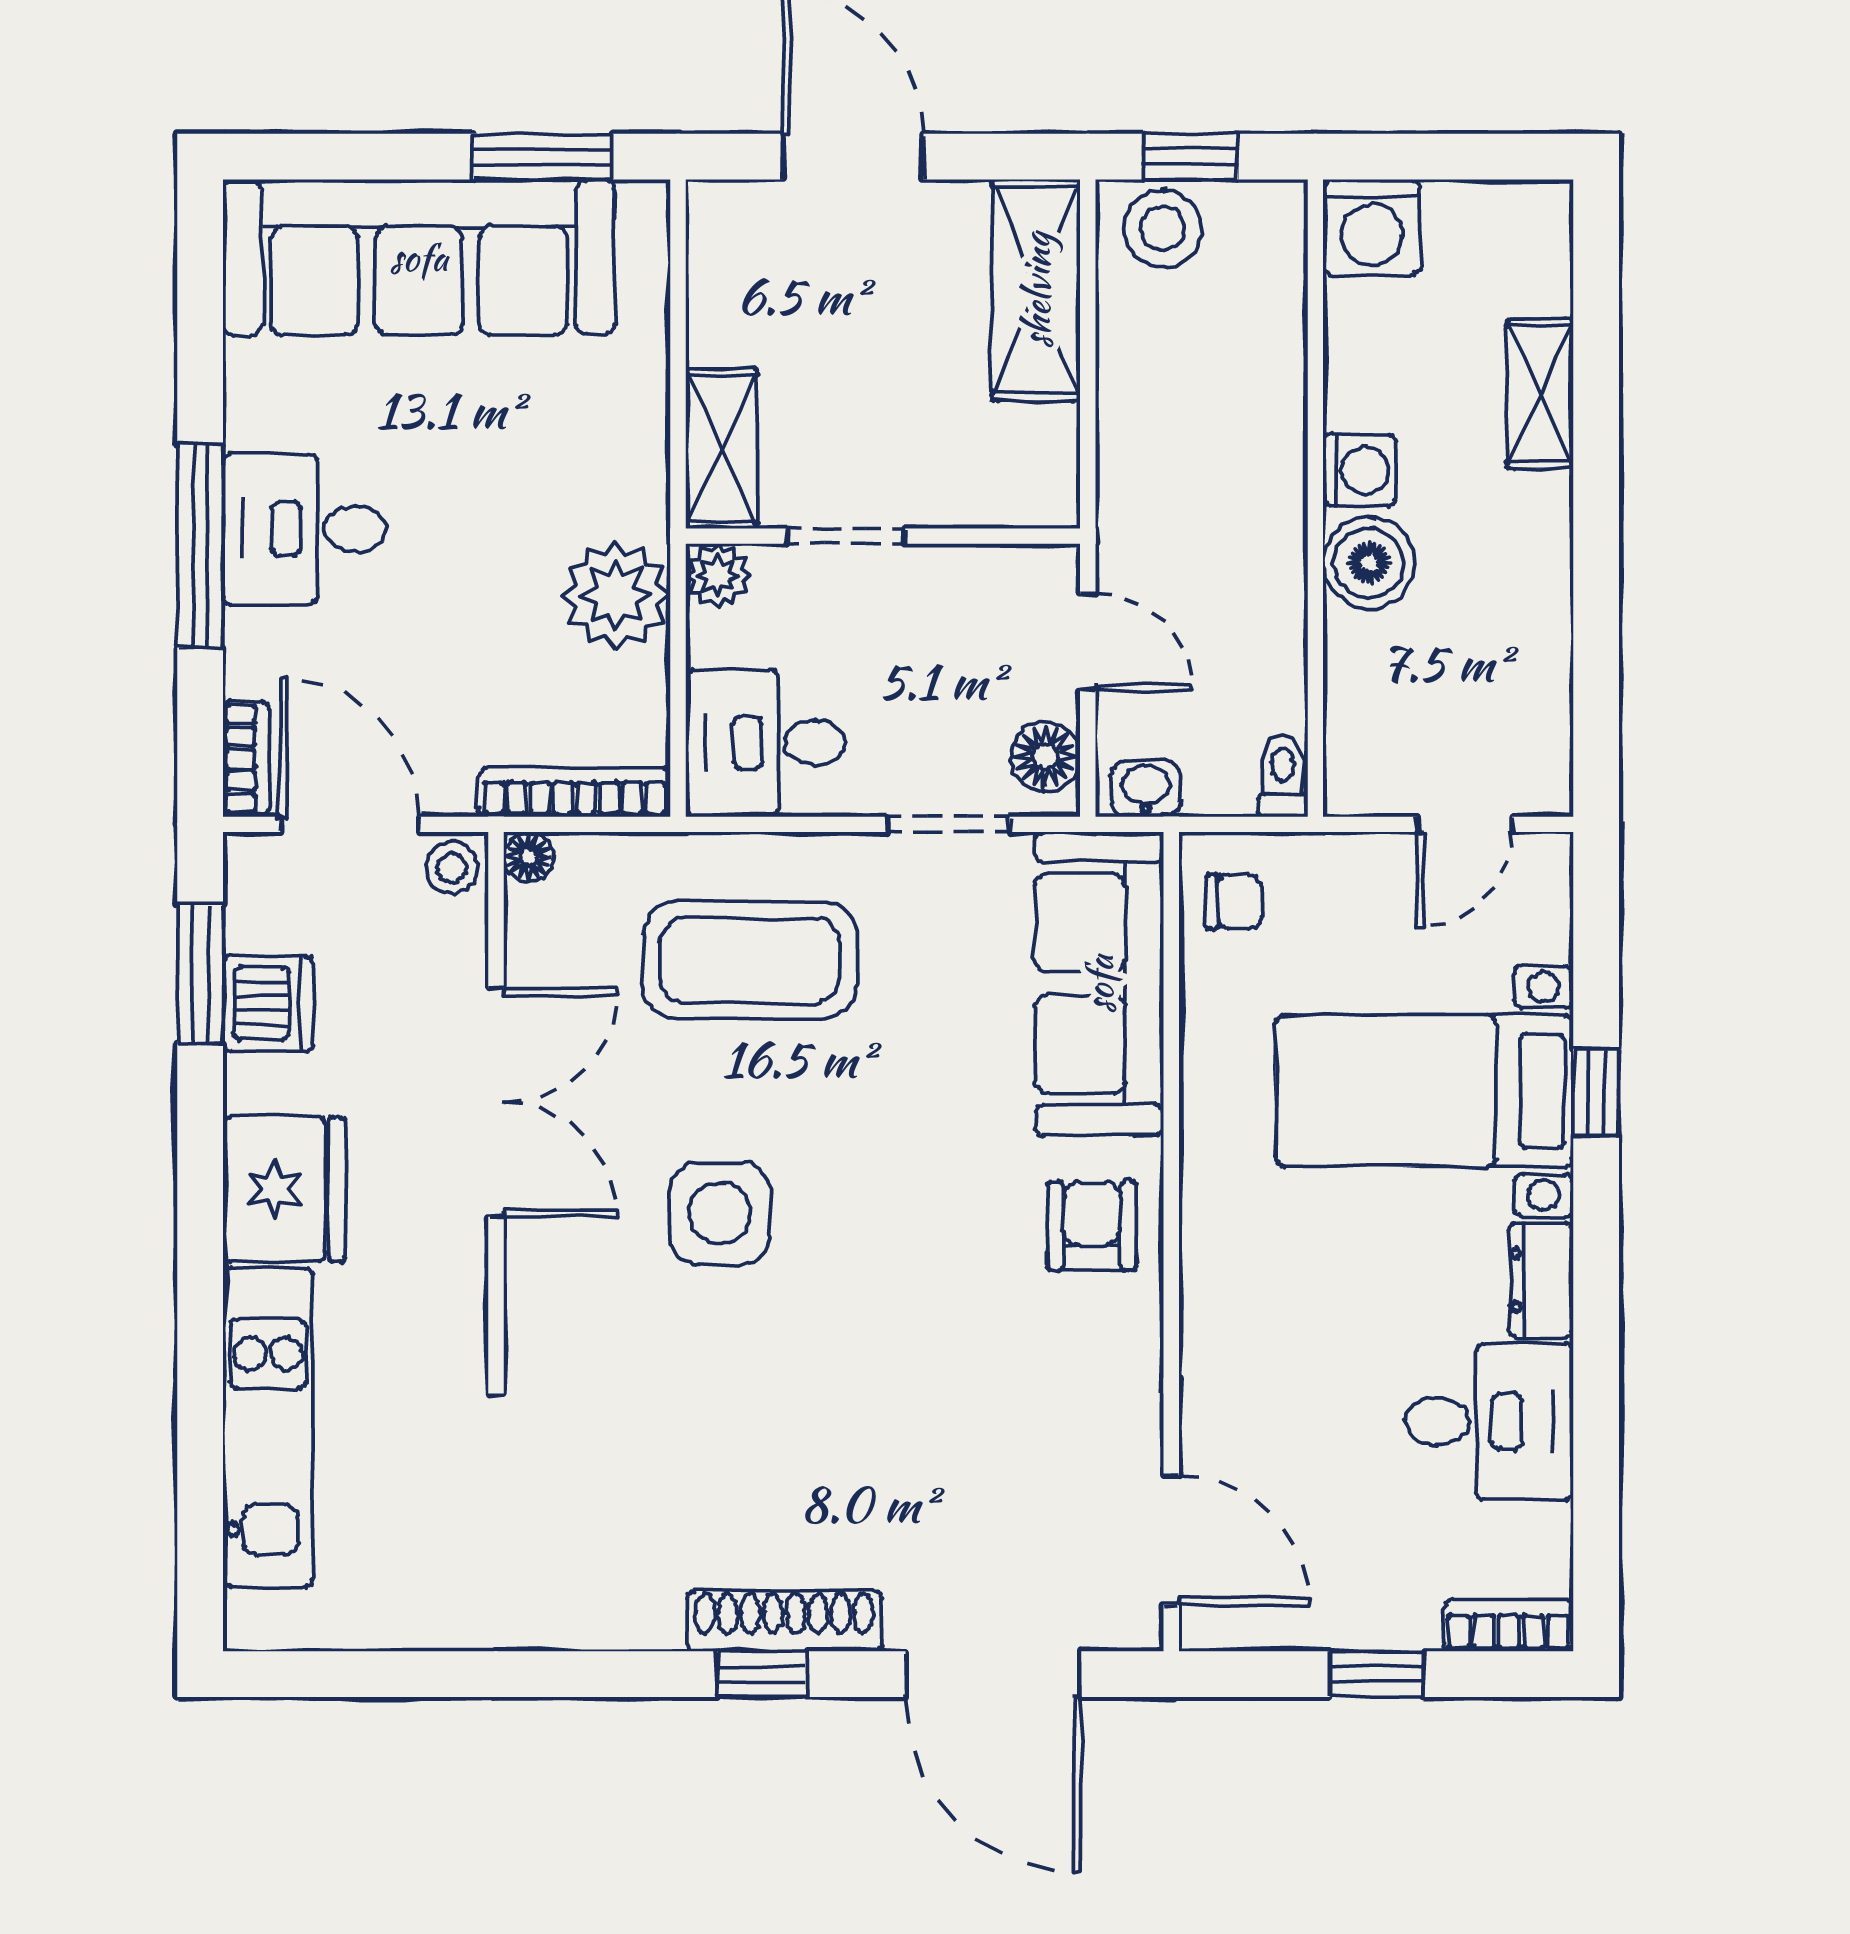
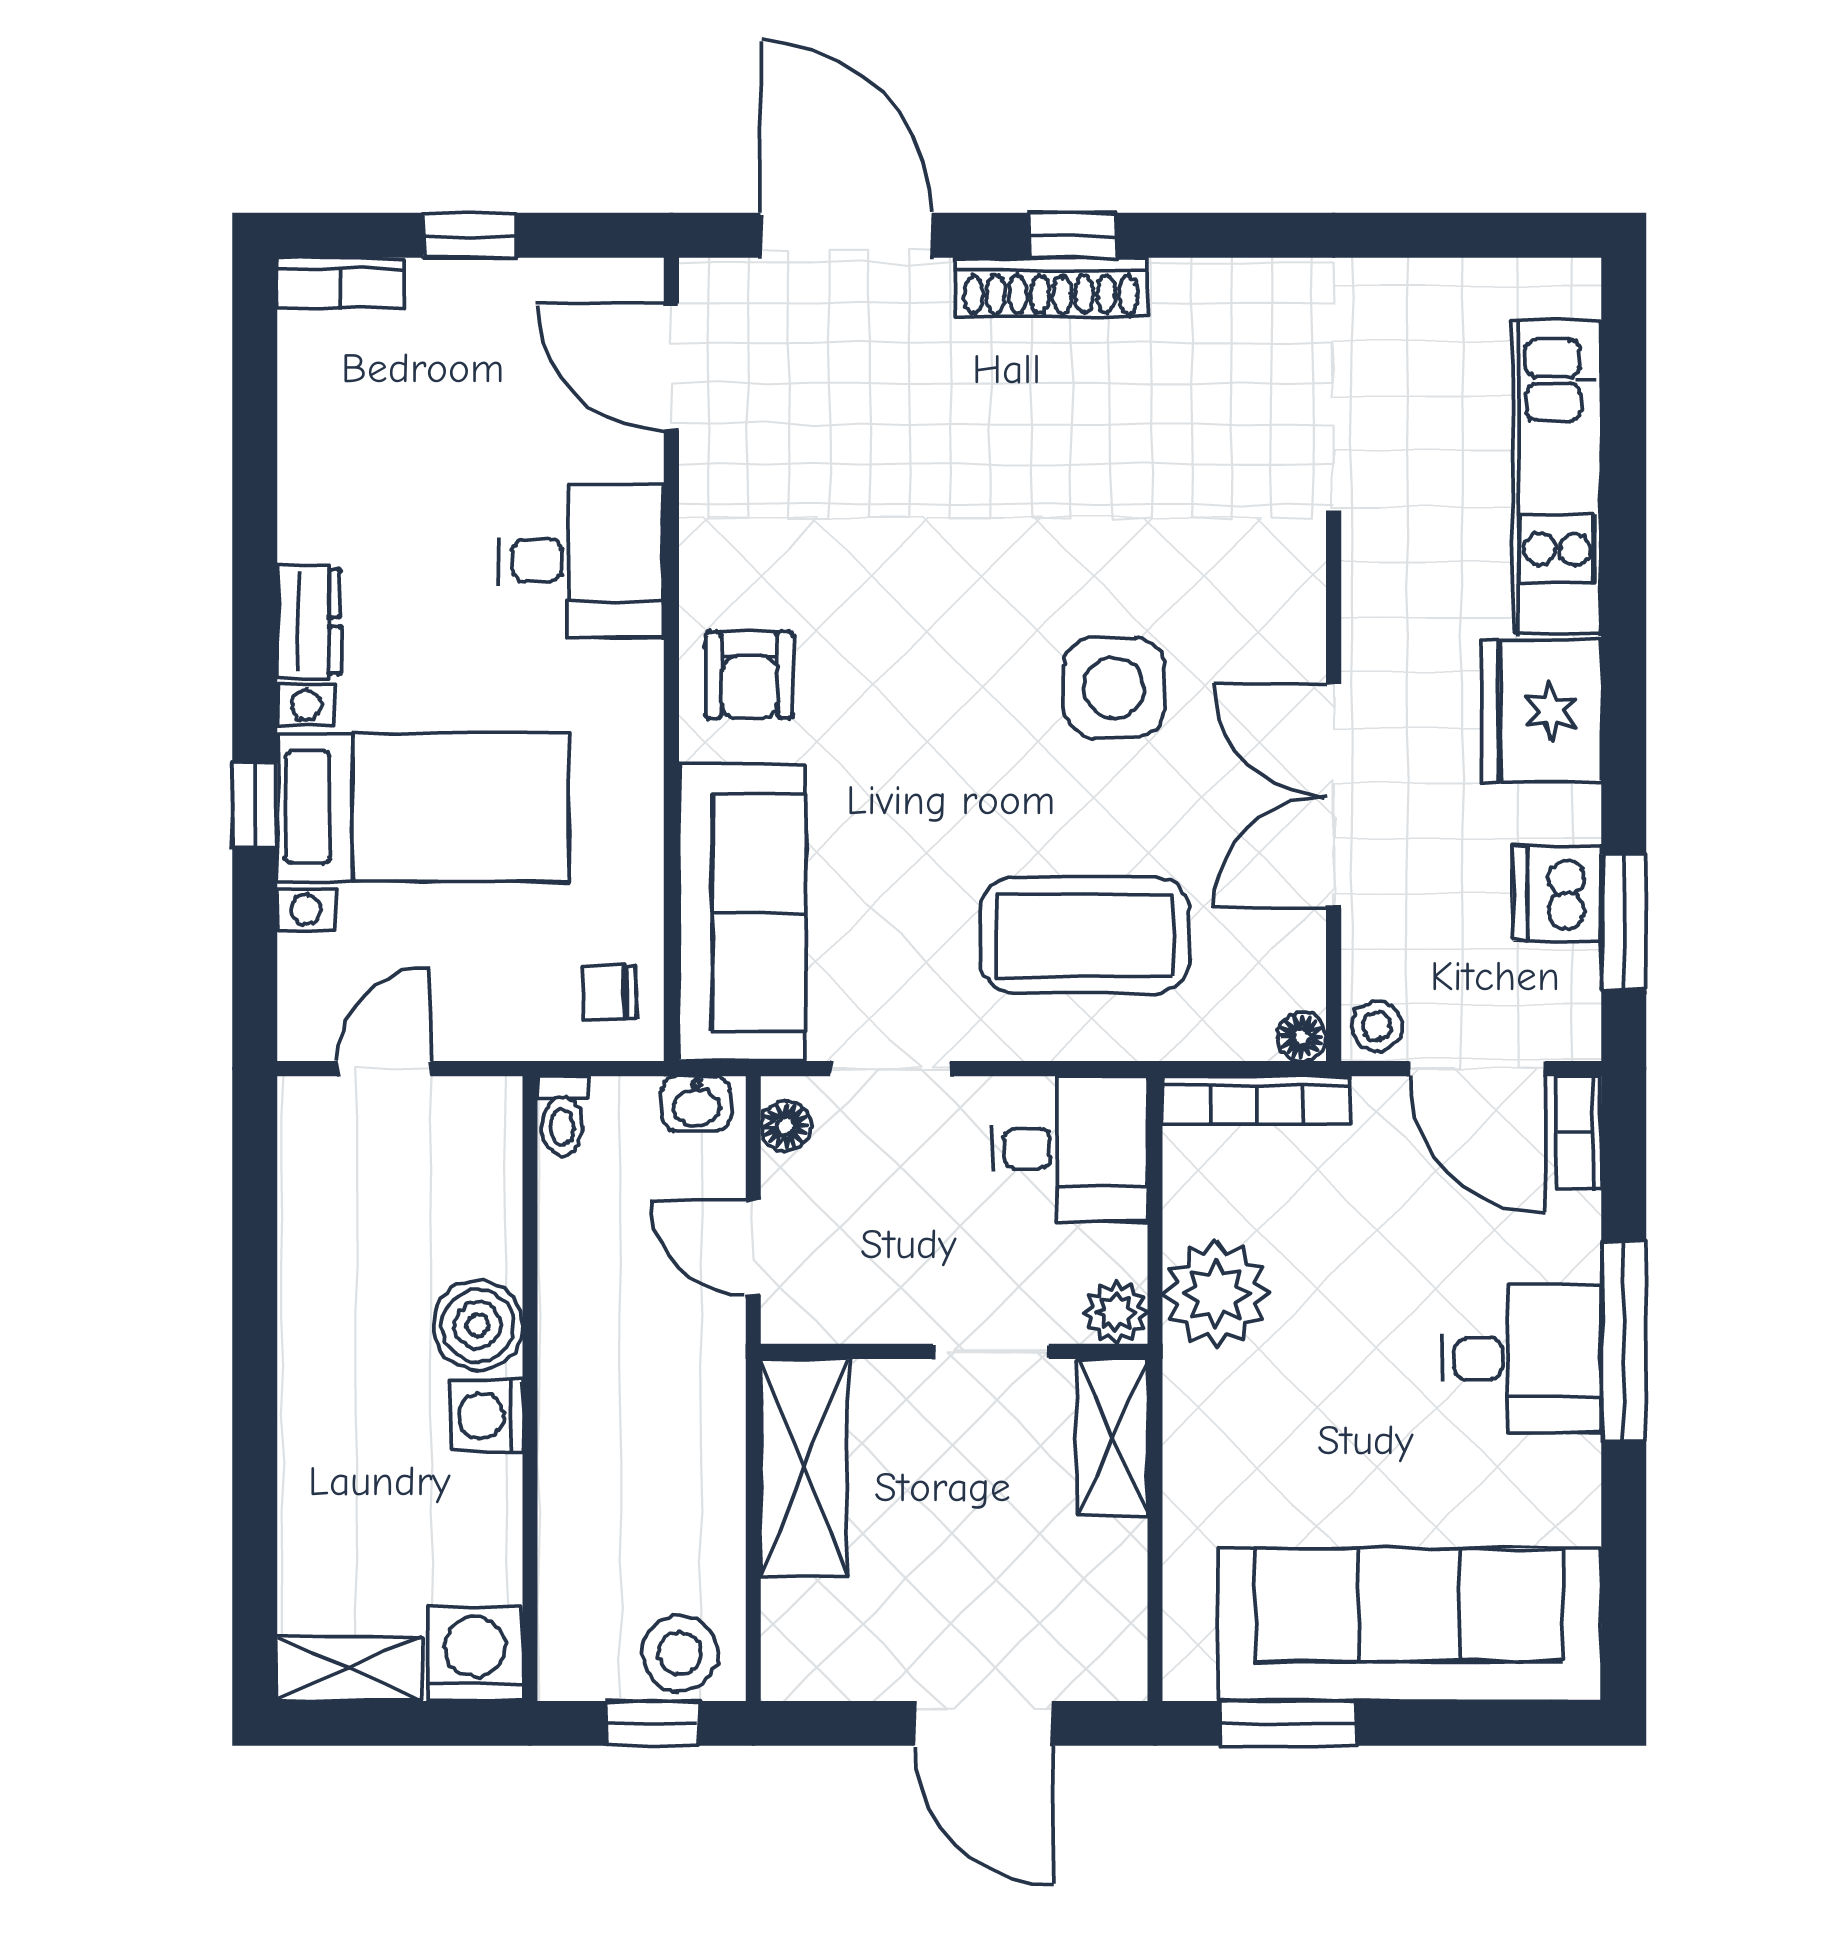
shelving: (1036, 290) -> (804, 1467), moved
shelving: (1540, 394) -> (349, 1668), moved, turned 90
floor lamp: (1045, 757) -> (786, 1126), width x0.73, depth x0.73
desk: (1489, 1422) -> (582, 561), moved, turned 180

